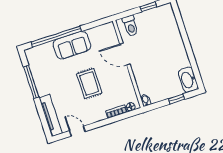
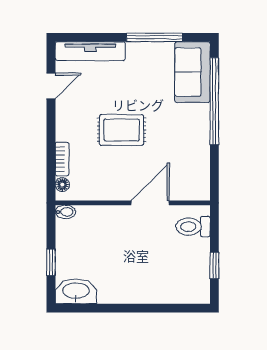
sofa: (72, 45) -> (192, 72), moved

